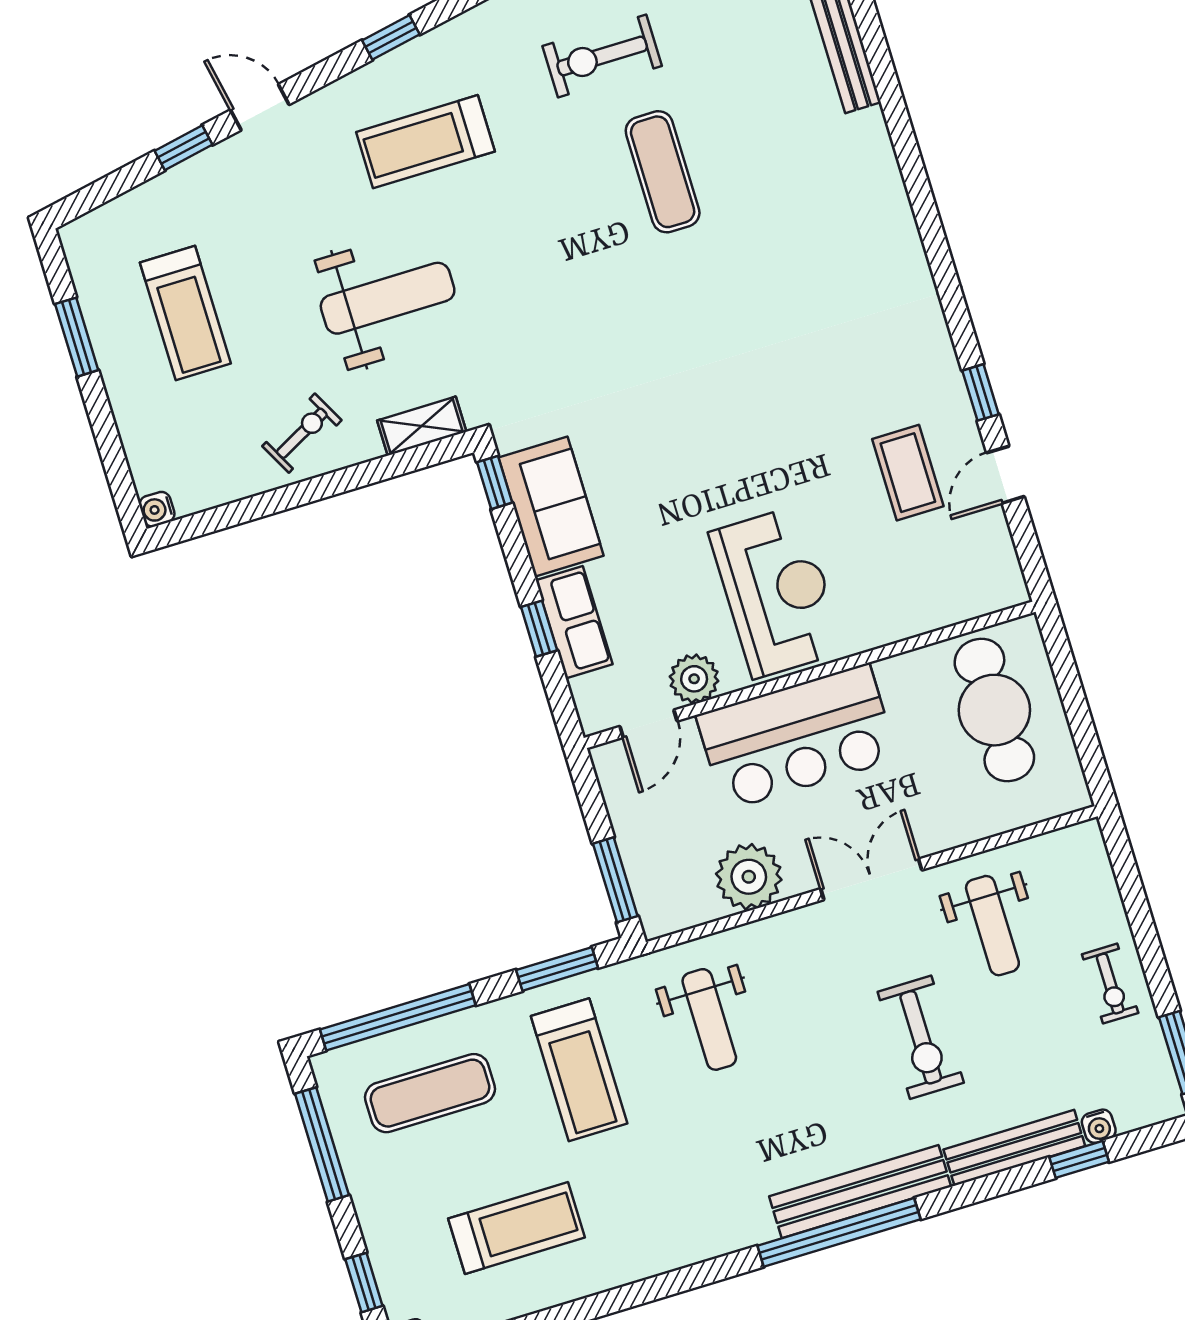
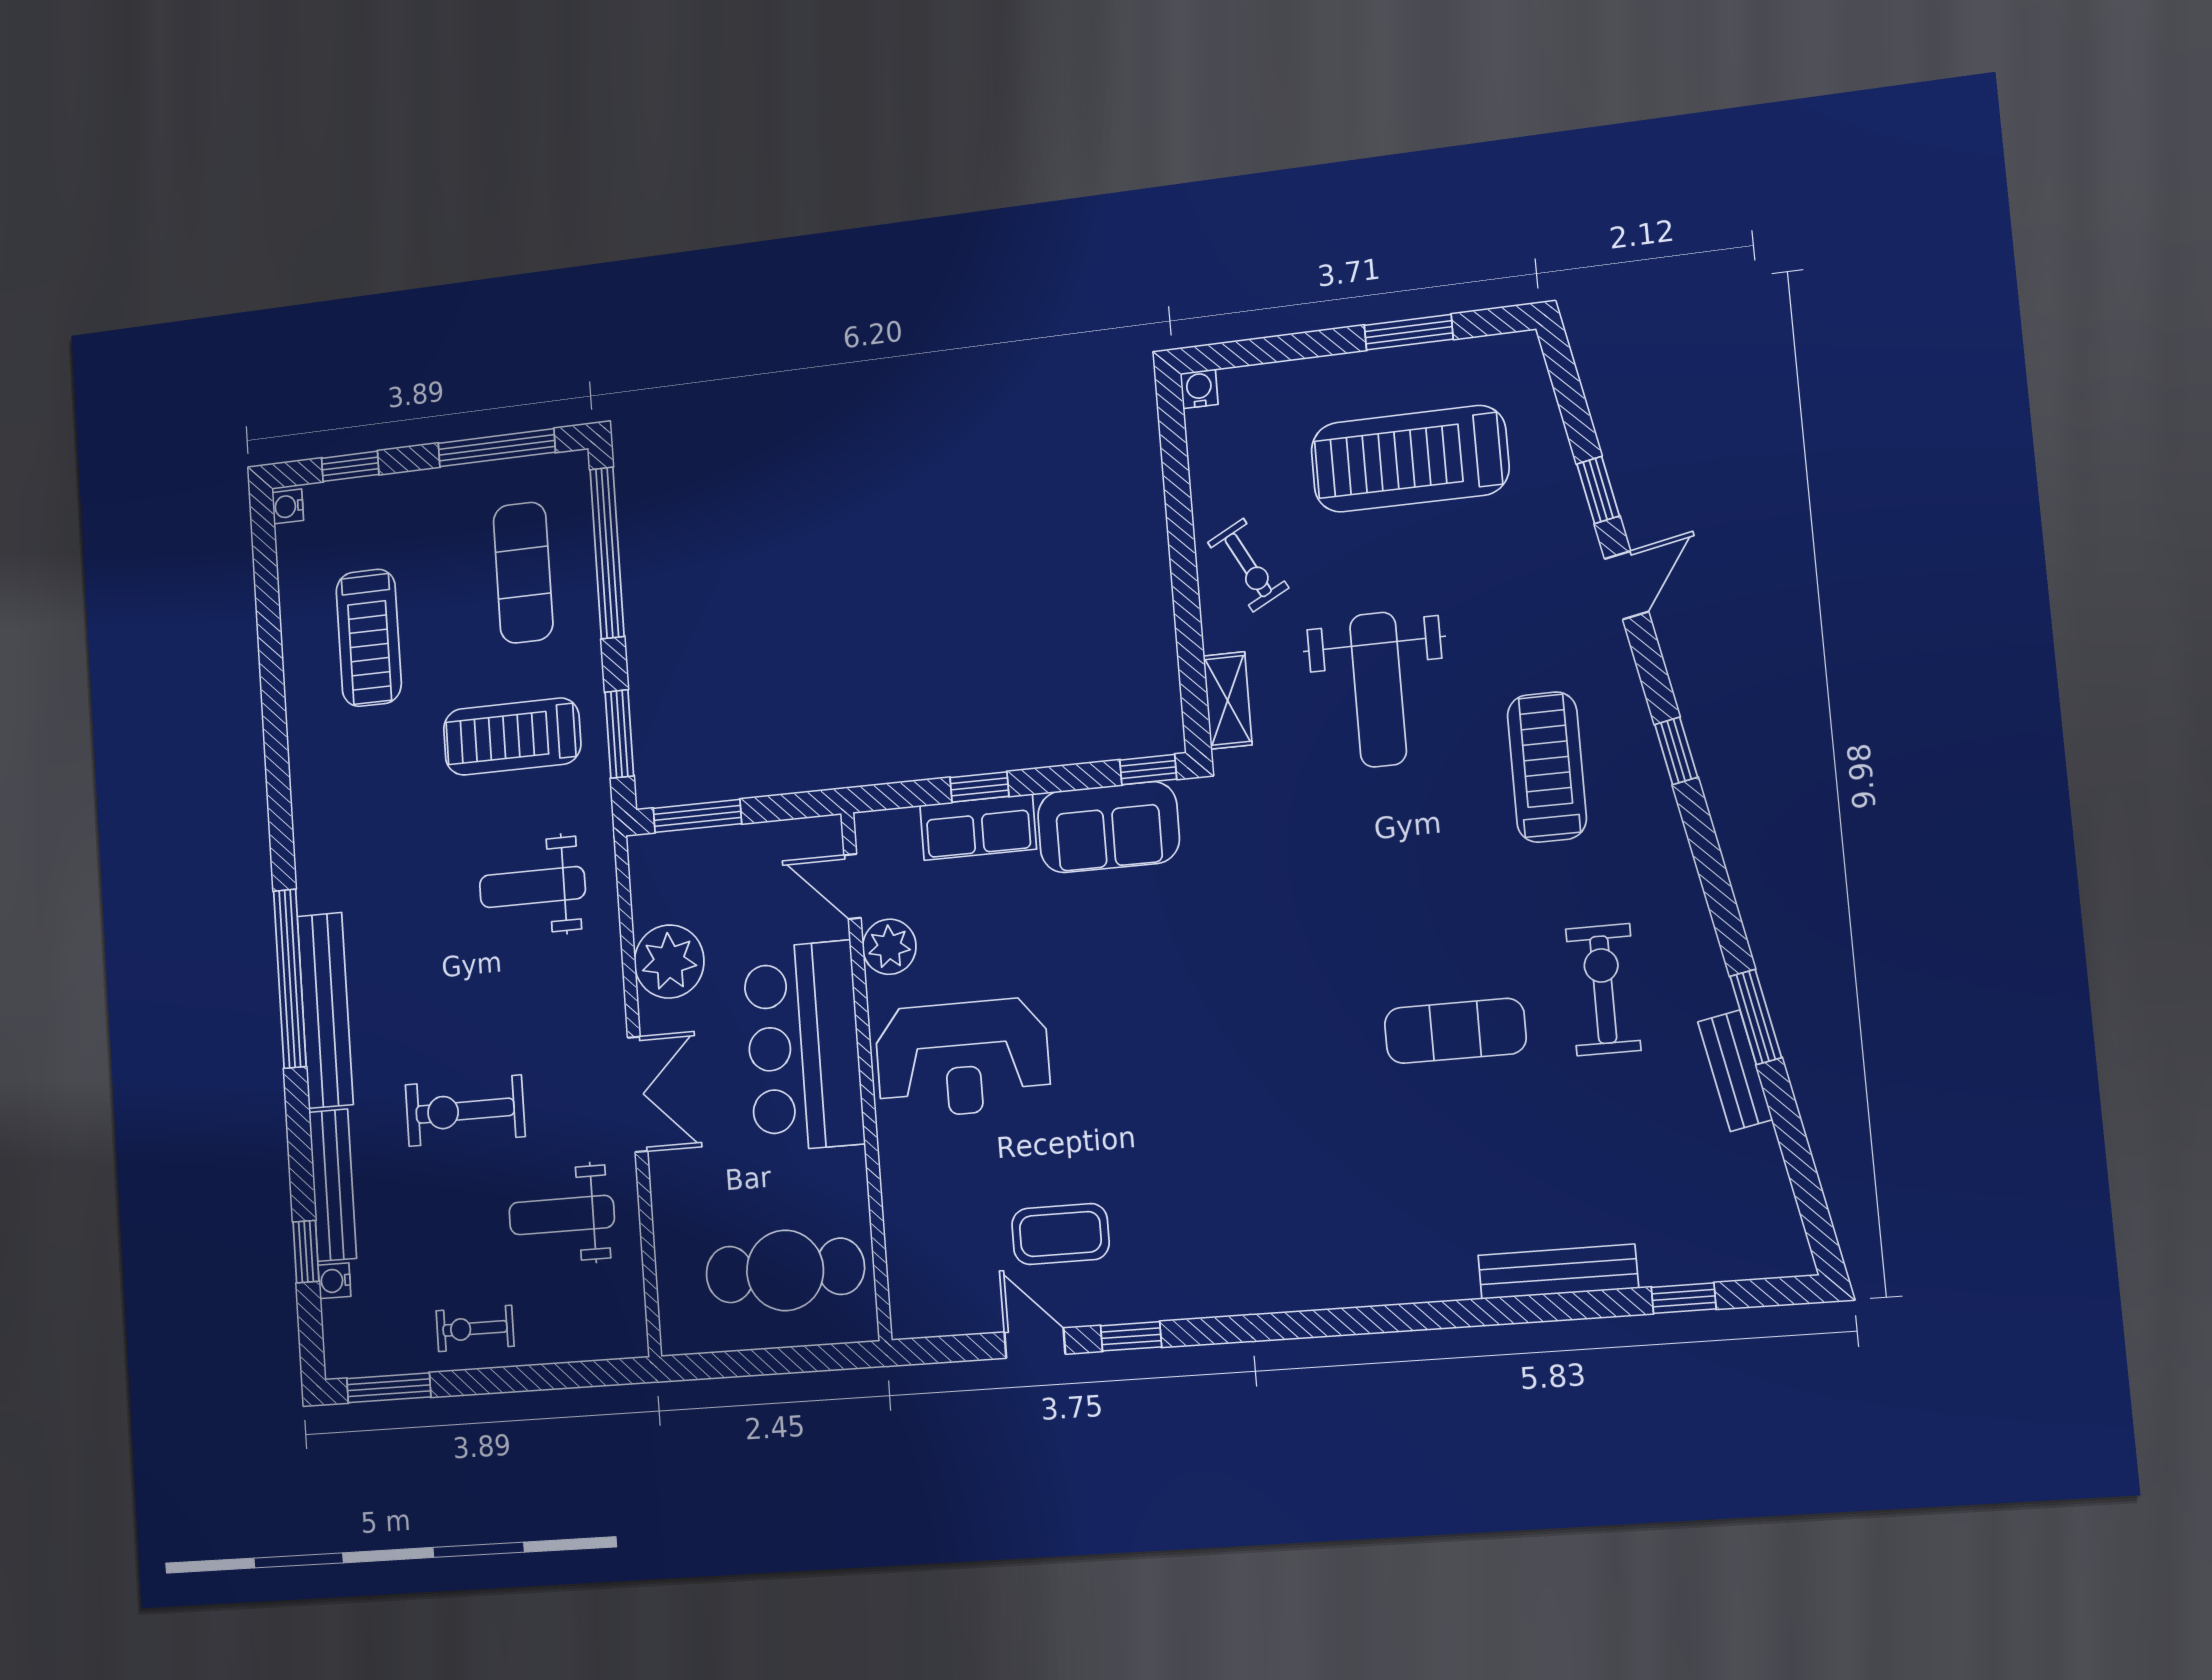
treadmill: (185, 313) -> (1410, 459), width x1.37, depth x1.38

